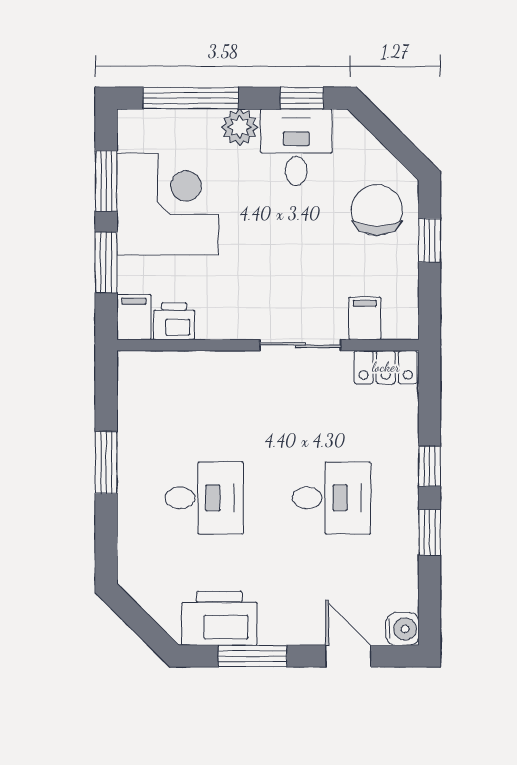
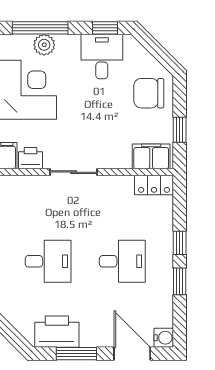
plant: (240, 127) -> (44, 45), moved
chair: (377, 210) -> (149, 93), turned -90
window: (430, 240) -> (180, 130), moved
filing cabinet: (365, 318) -> (151, 156), width x2.00
sliding door: (300, 345) -> (73, 172), moved
door: (348, 656) -> (132, 354), width x1.38

